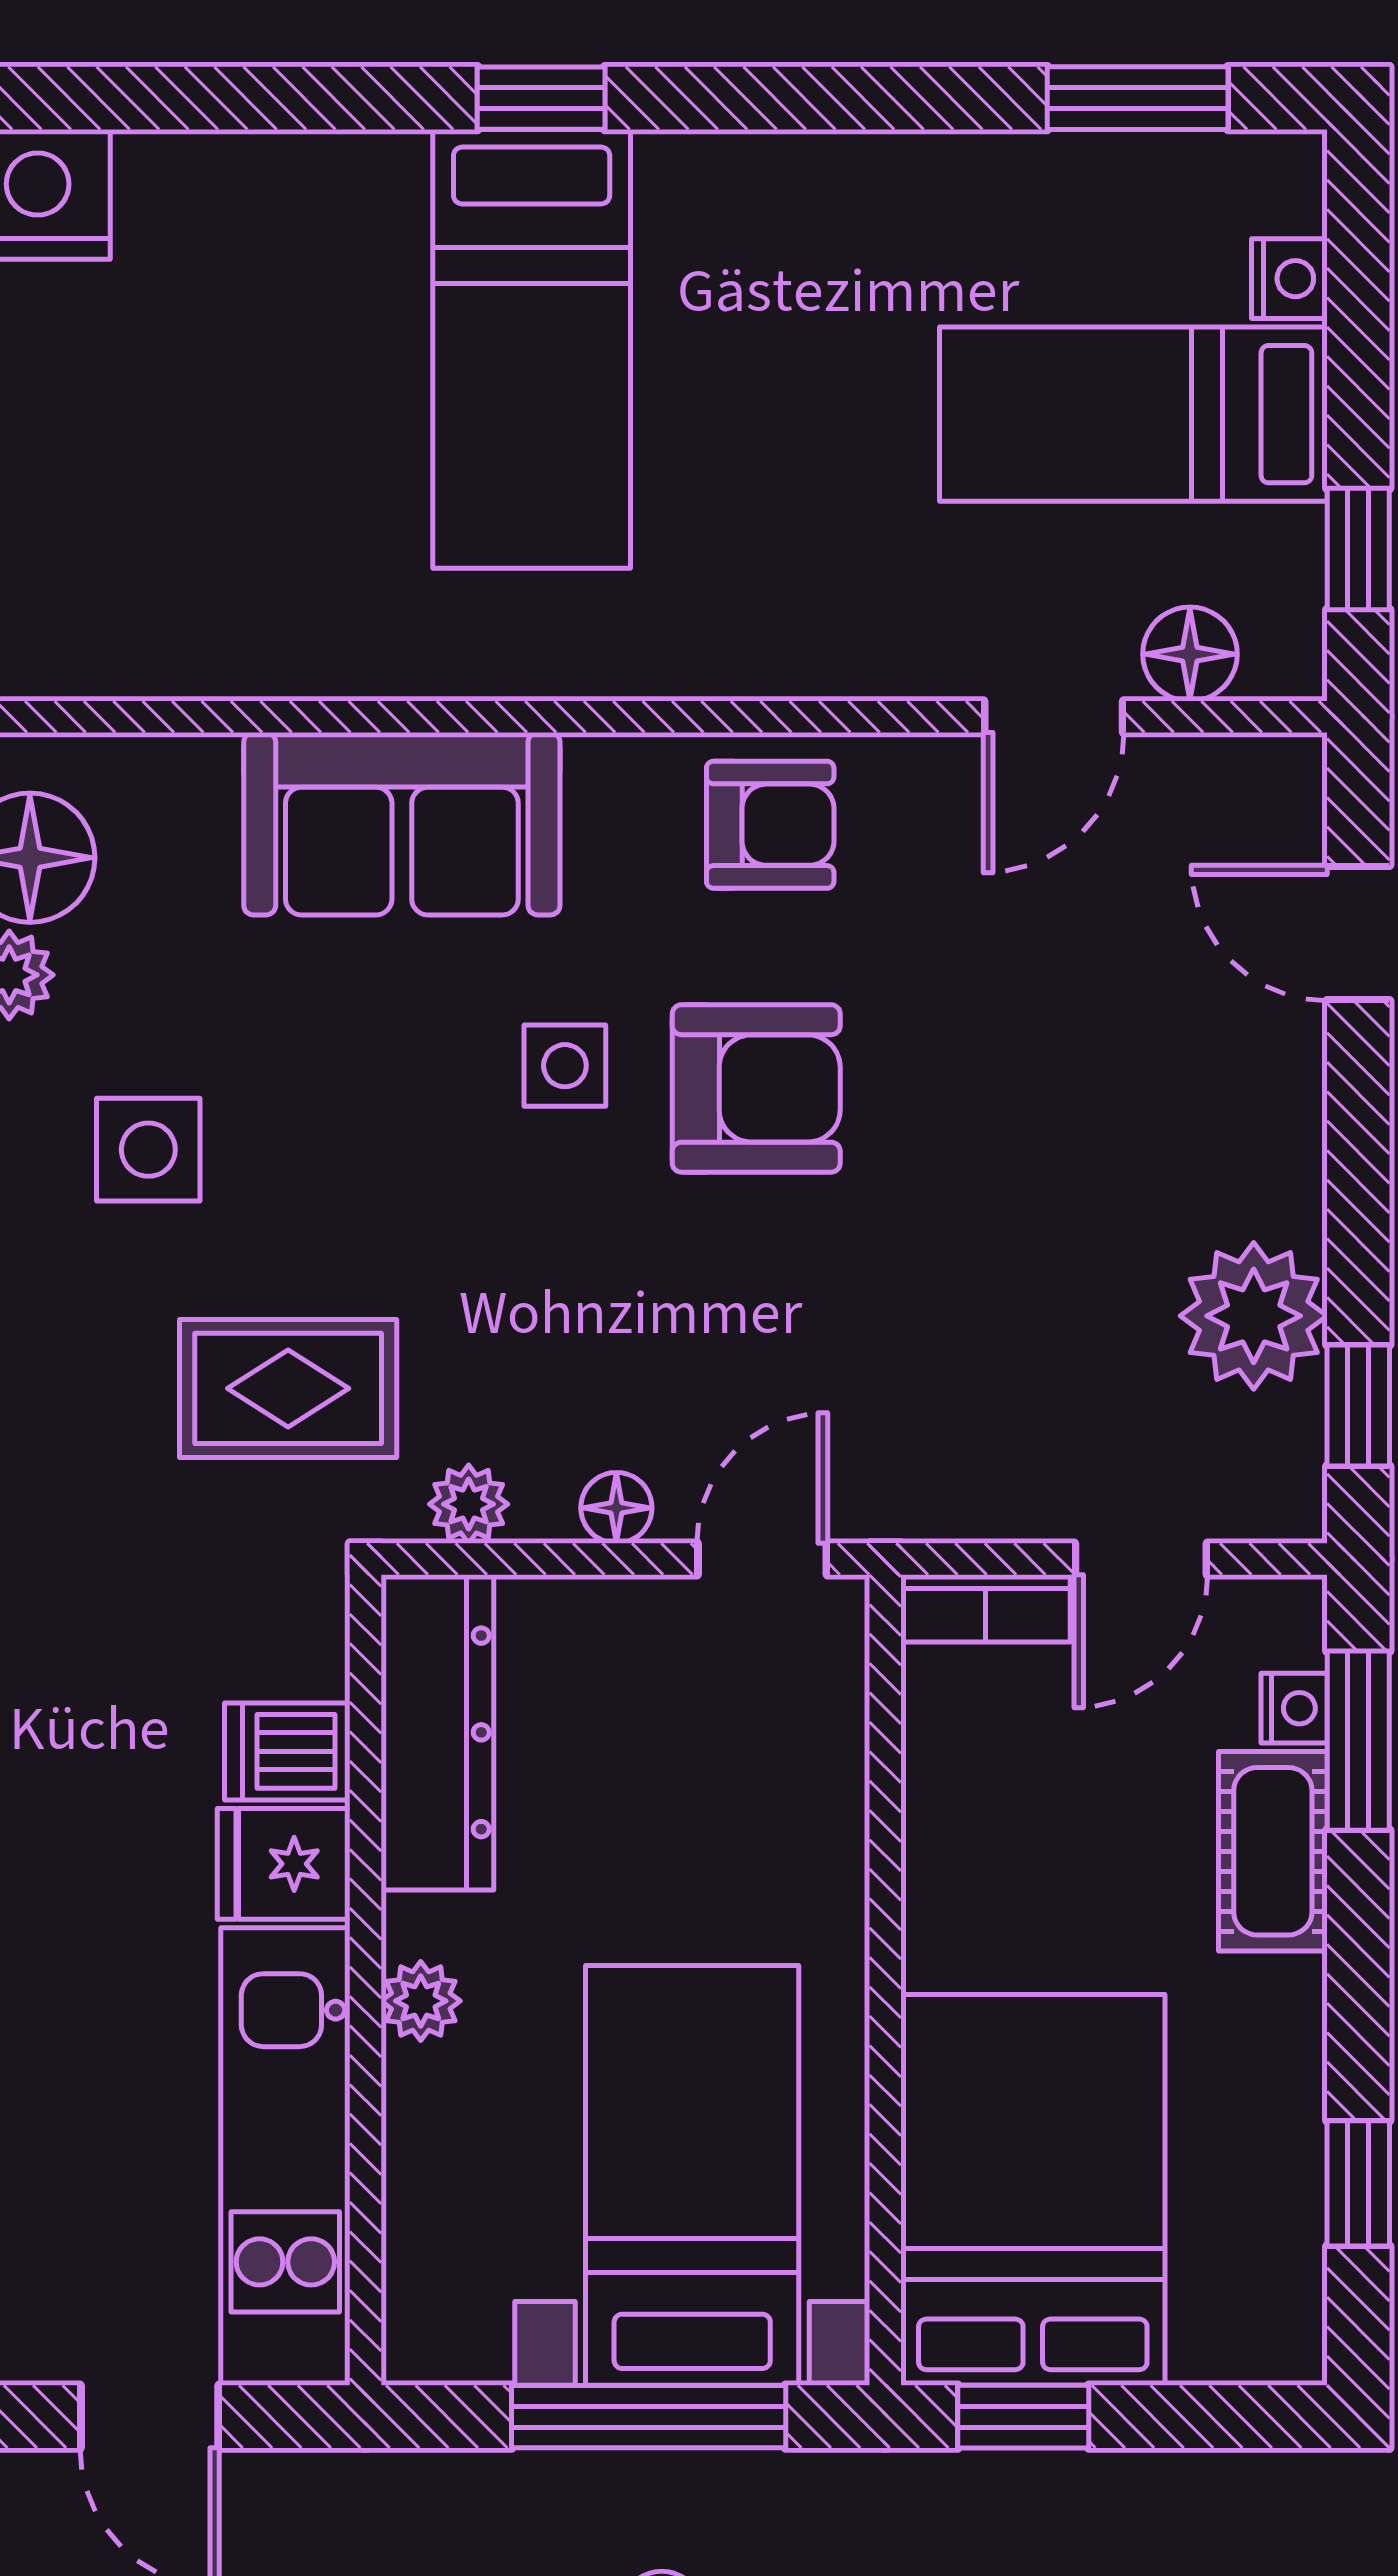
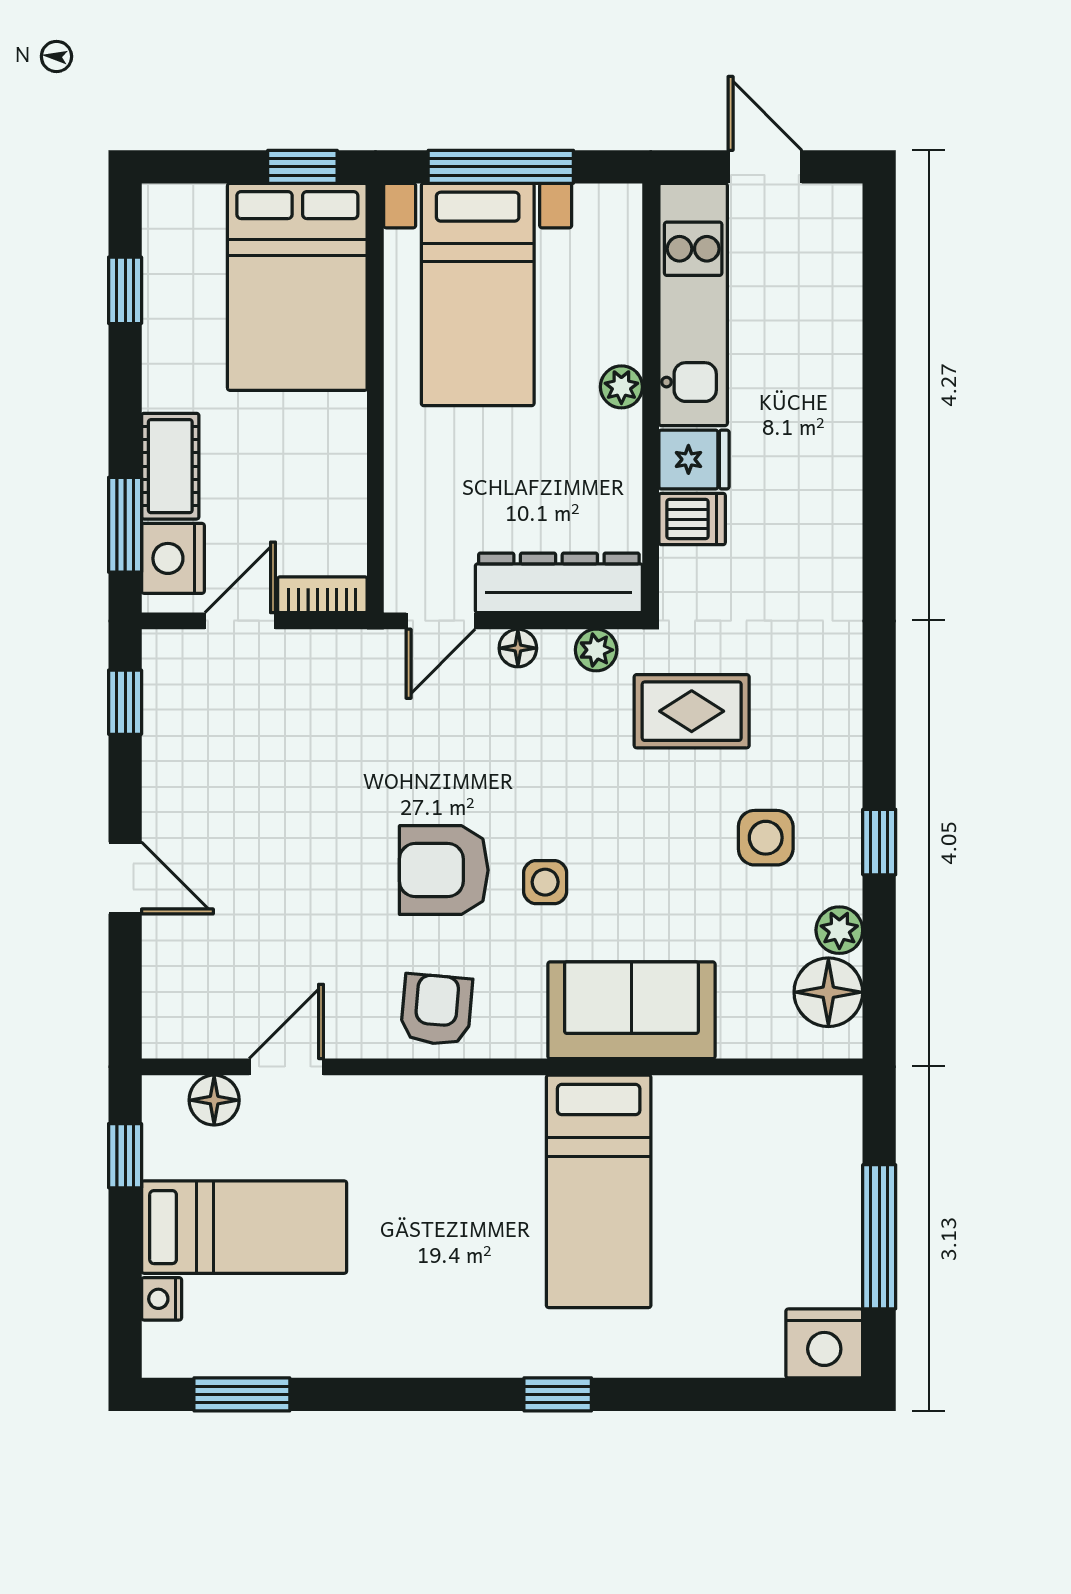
bed: (532, 349) -> (599, 1191), moved, turned 180
armchair: (770, 825) -> (436, 1010), turned 95
door: (1358, 933) -> (125, 878), moved
plant: (1254, 1316) -> (180, 750), removed
nightstand: (1294, 1708) -> (173, 558), width x1.89, depth x1.79
dresser: (437, 1732) -> (559, 583), moved, turned 90

